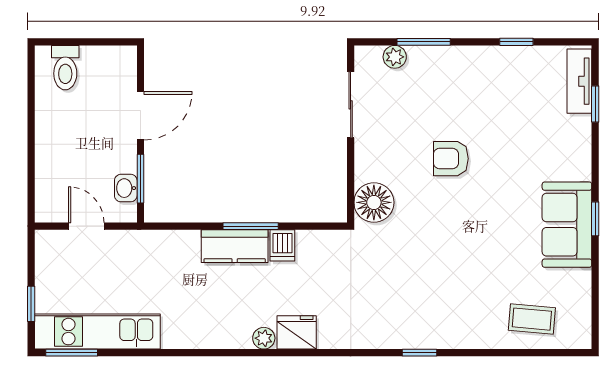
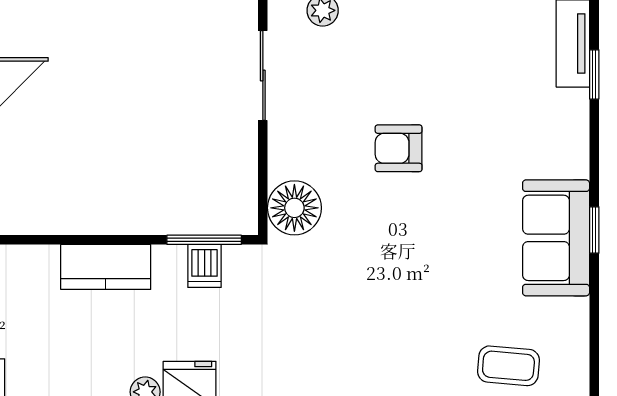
window: (251, 226) -> (204, 240), moved
dishwasher: (282, 245) -> (205, 266), moved

